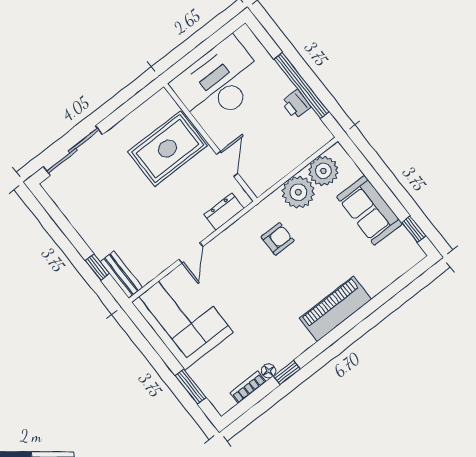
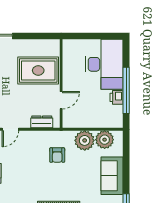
desk: (219, 83) -> (104, 64), moved, turned 90
armchair: (278, 239) -> (57, 155), turned 90

